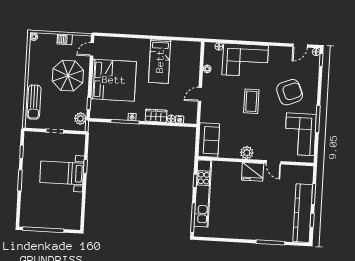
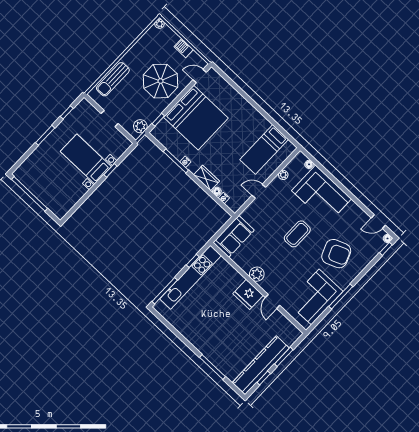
bed: (160, 61) -> (264, 149), moved

